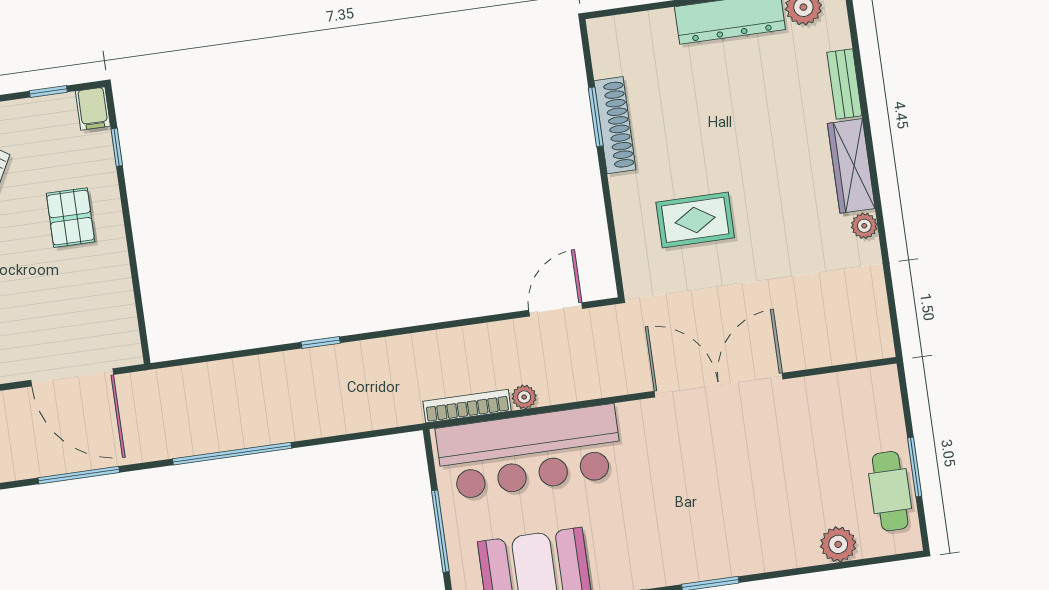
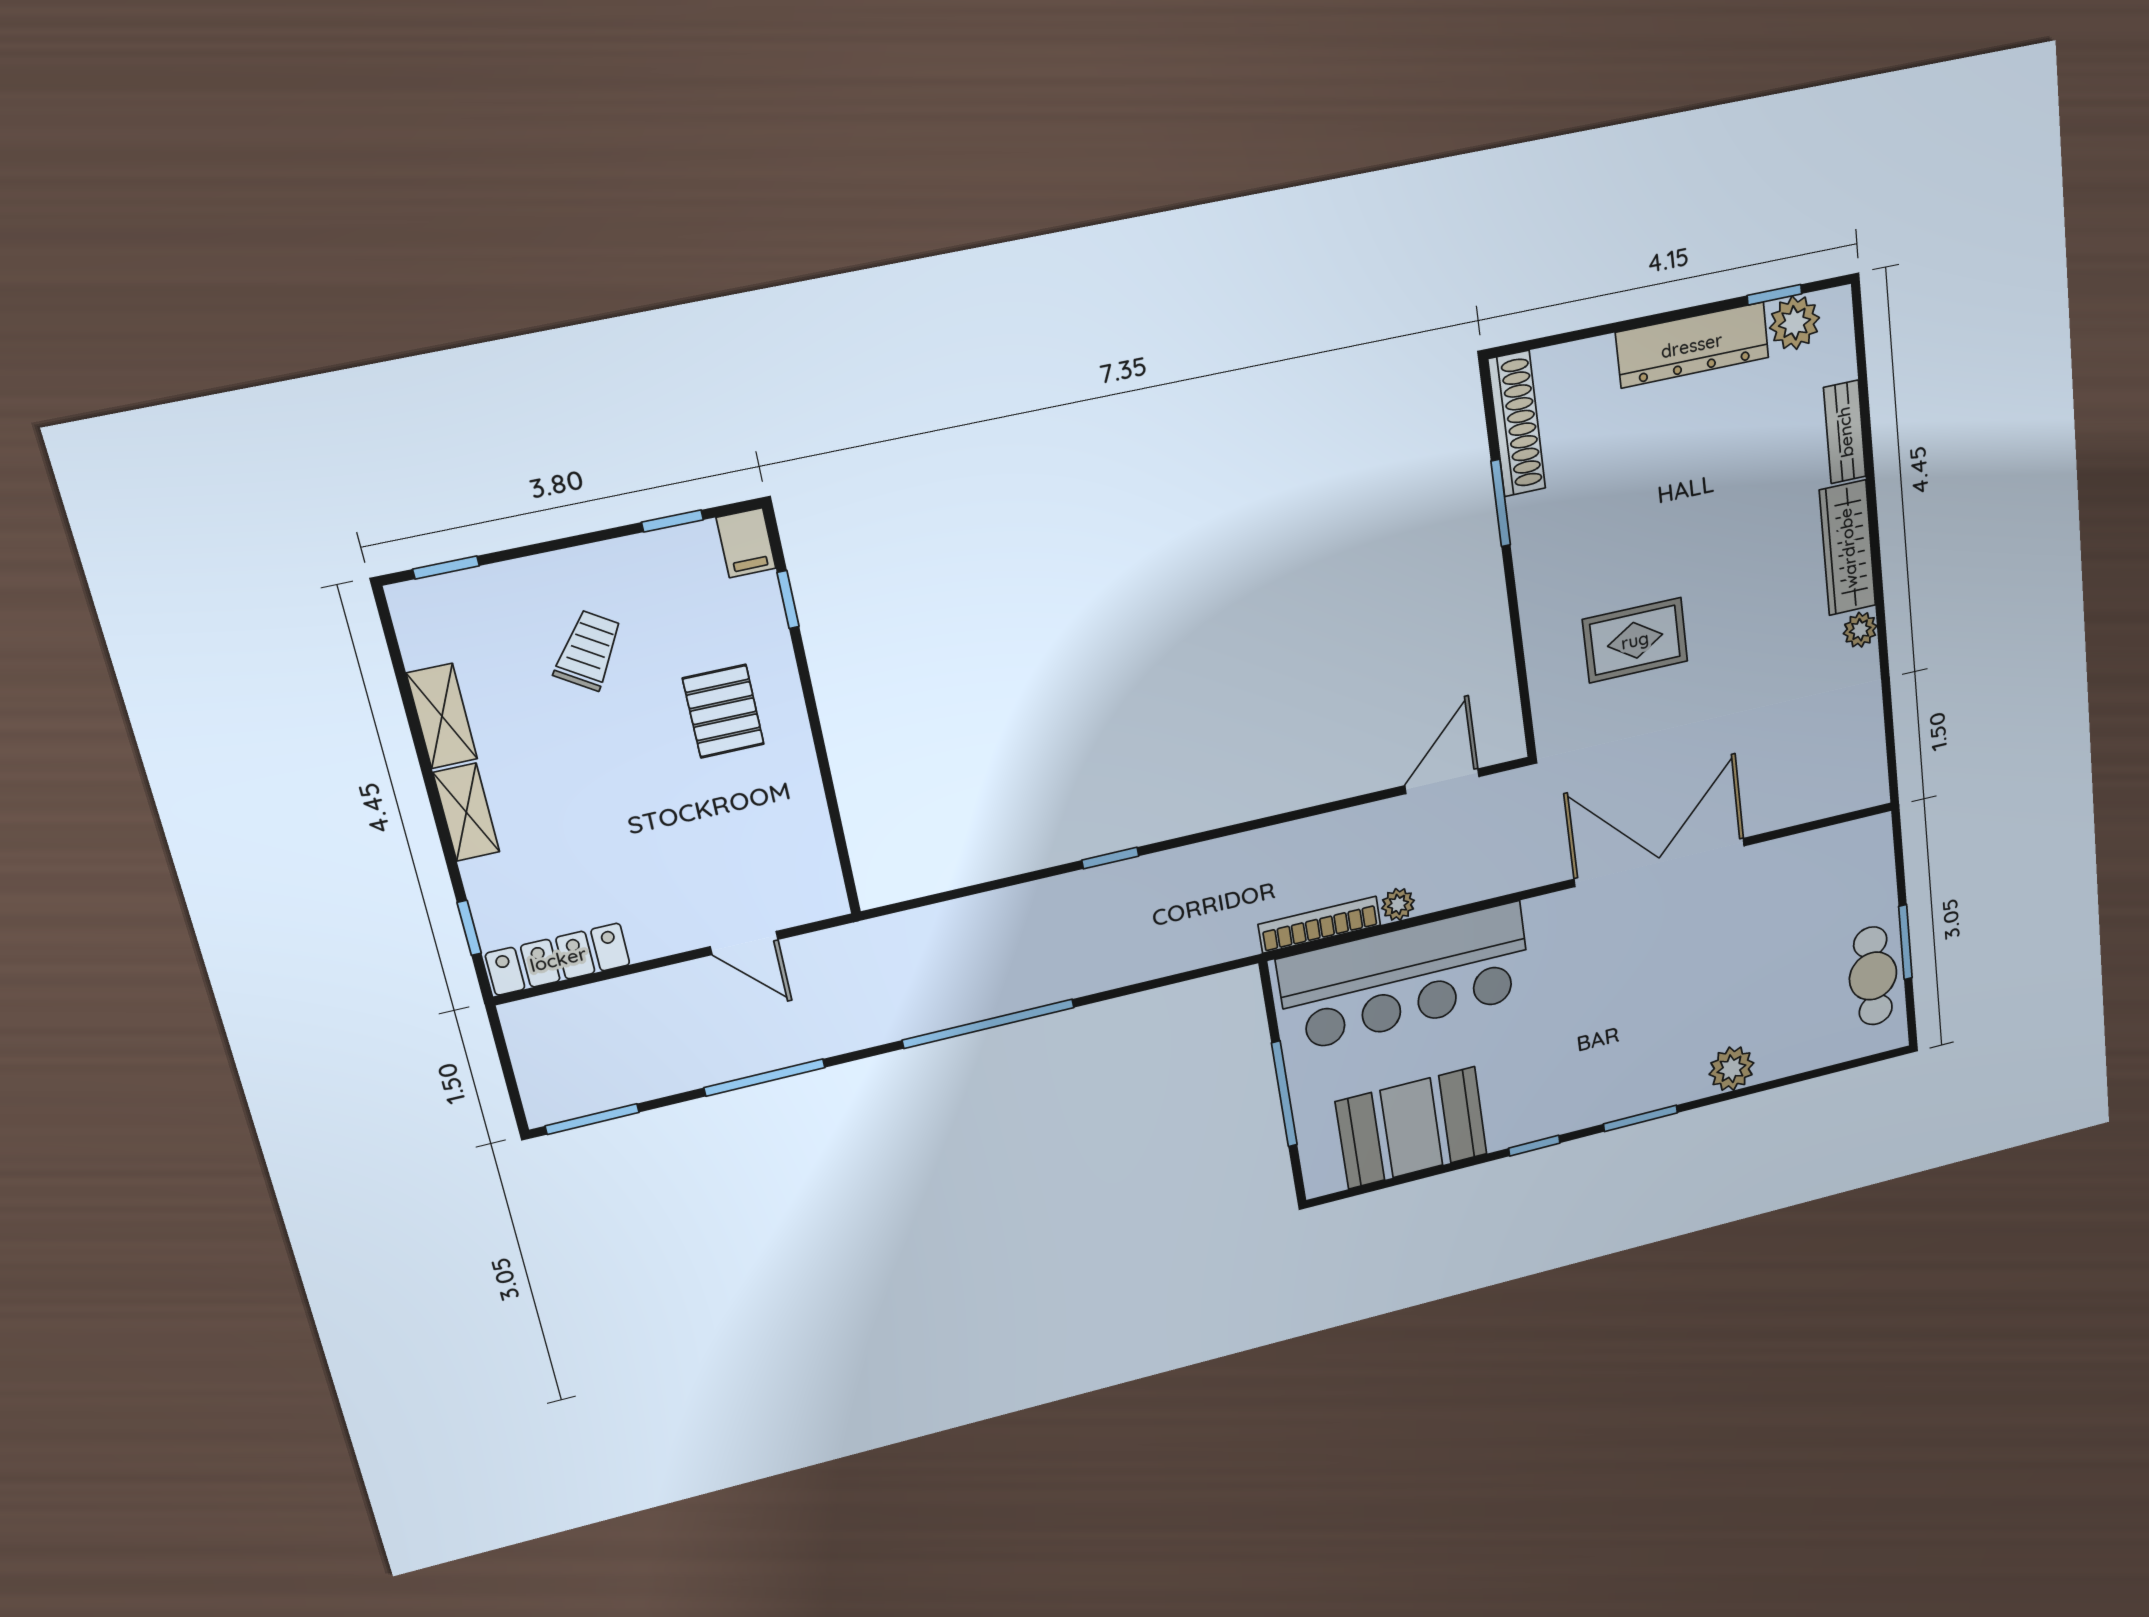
shoe rack: (615, 125) -> (1517, 424), moved
door: (72, 377) -> (744, 943), width x0.53
plant: (838, 544) -> (1731, 1069), moved

